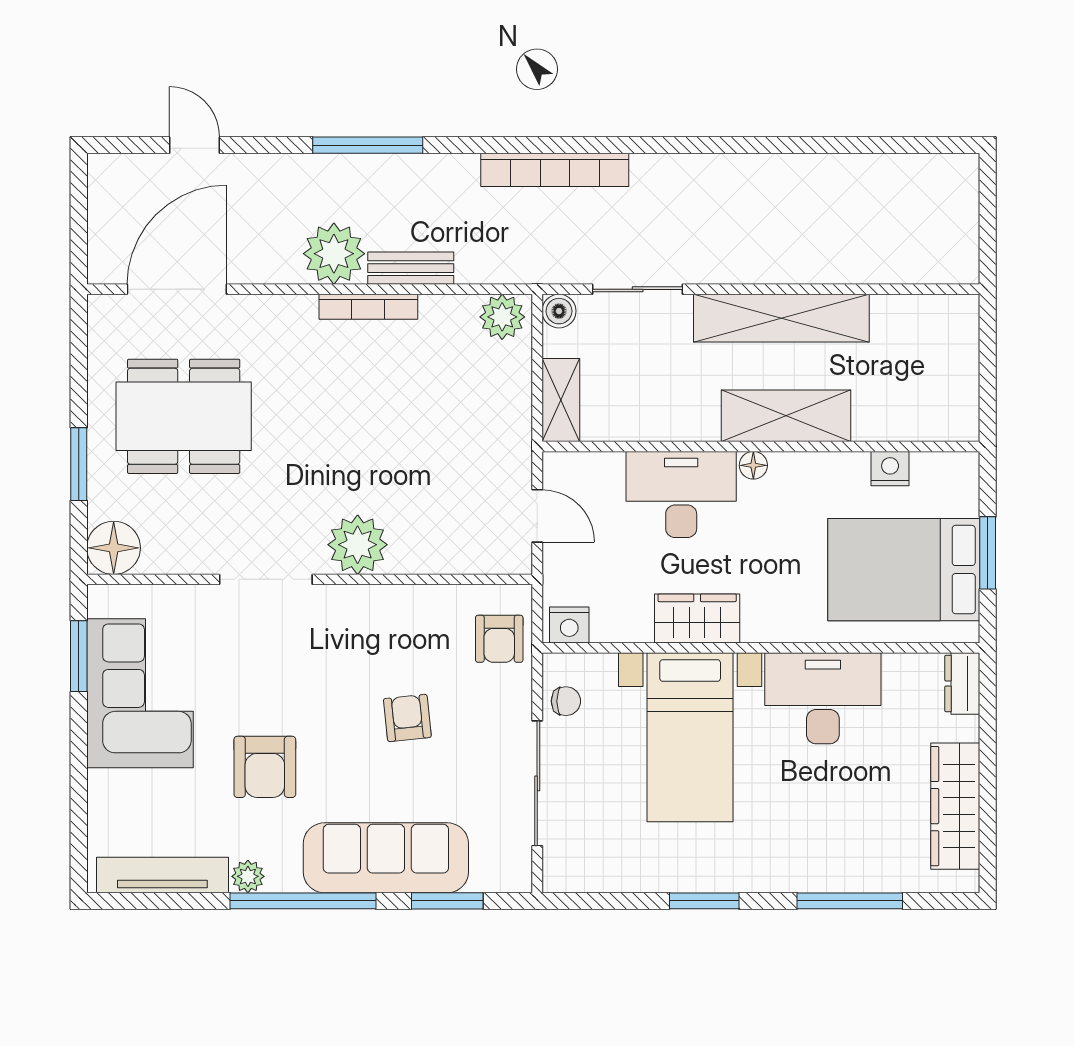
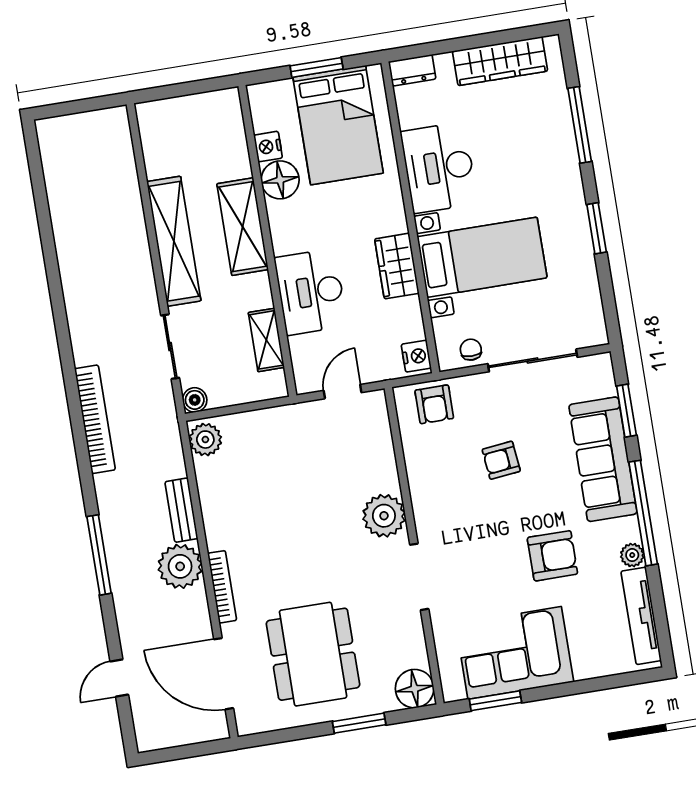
bookcase: (368, 307) -> (222, 587), moved
shelving: (561, 400) -> (266, 340), moved, turned 90
floor lamp: (753, 465) -> (280, 180), moved, width x1.89, depth x1.89
armchair: (499, 639) -> (434, 404), turned 90

